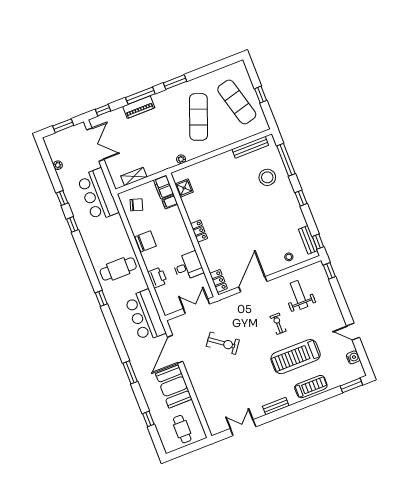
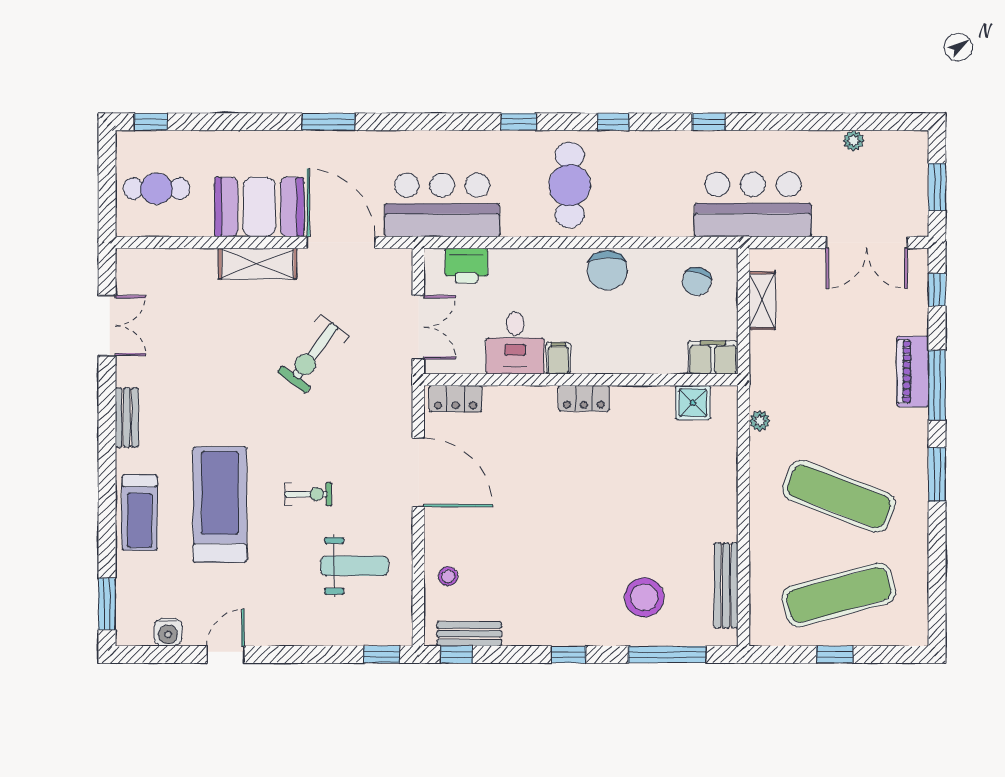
window: (62, 198) -> (613, 122), moved
filing cabinet: (170, 202) -> (558, 358), moved
printer: (158, 277) -> (466, 266), moved
shelving: (196, 378) -> (258, 264), added
window: (148, 419) -> (151, 122), moved

